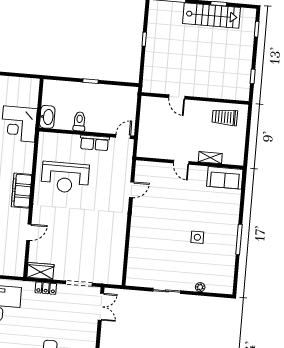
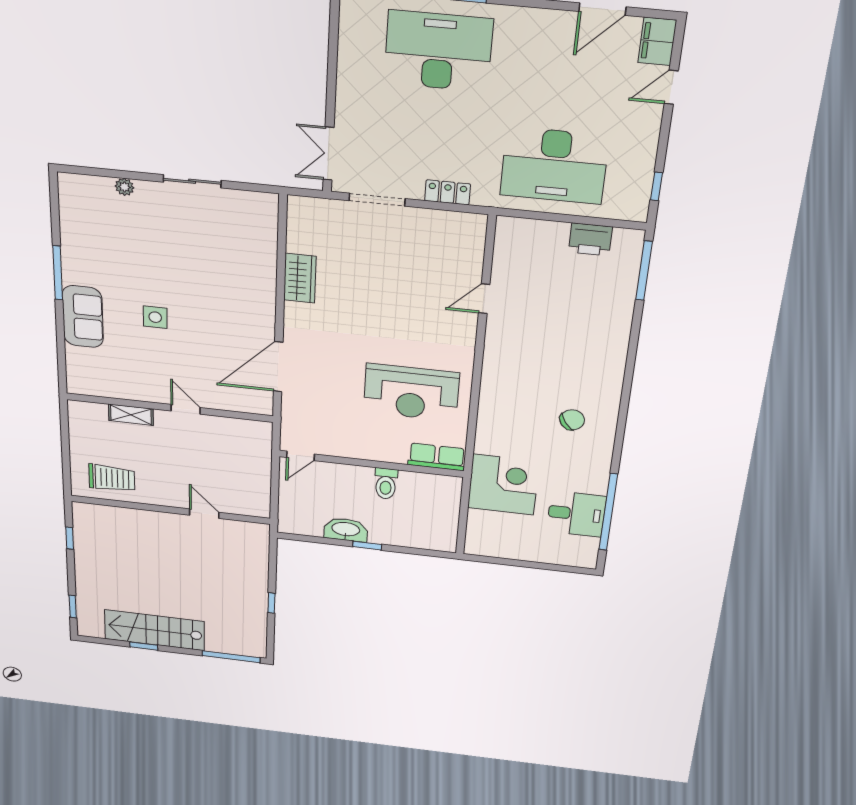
washbasin: (47, 117) -> (346, 530), moved, turned 90
row of seats: (95, 143) -> (437, 457), moved
reception desk: (65, 177) -> (411, 392), turned 180
sofa: (225, 178) -> (83, 317), moved, turned 90
door: (132, 190) -> (278, 367), width x1.88
filing cabinet: (22, 191) -> (499, 373), removed
side table: (197, 237) -> (155, 317), moved
wardrobe: (40, 271) -> (300, 278), moved, turned -90

